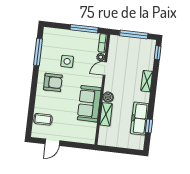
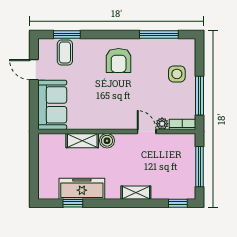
side table: (67, 61) -> (177, 74), moved
sofa: (89, 104) -> (52, 105), moved, turned 90
window: (30, 116) -> (67, 34), added

